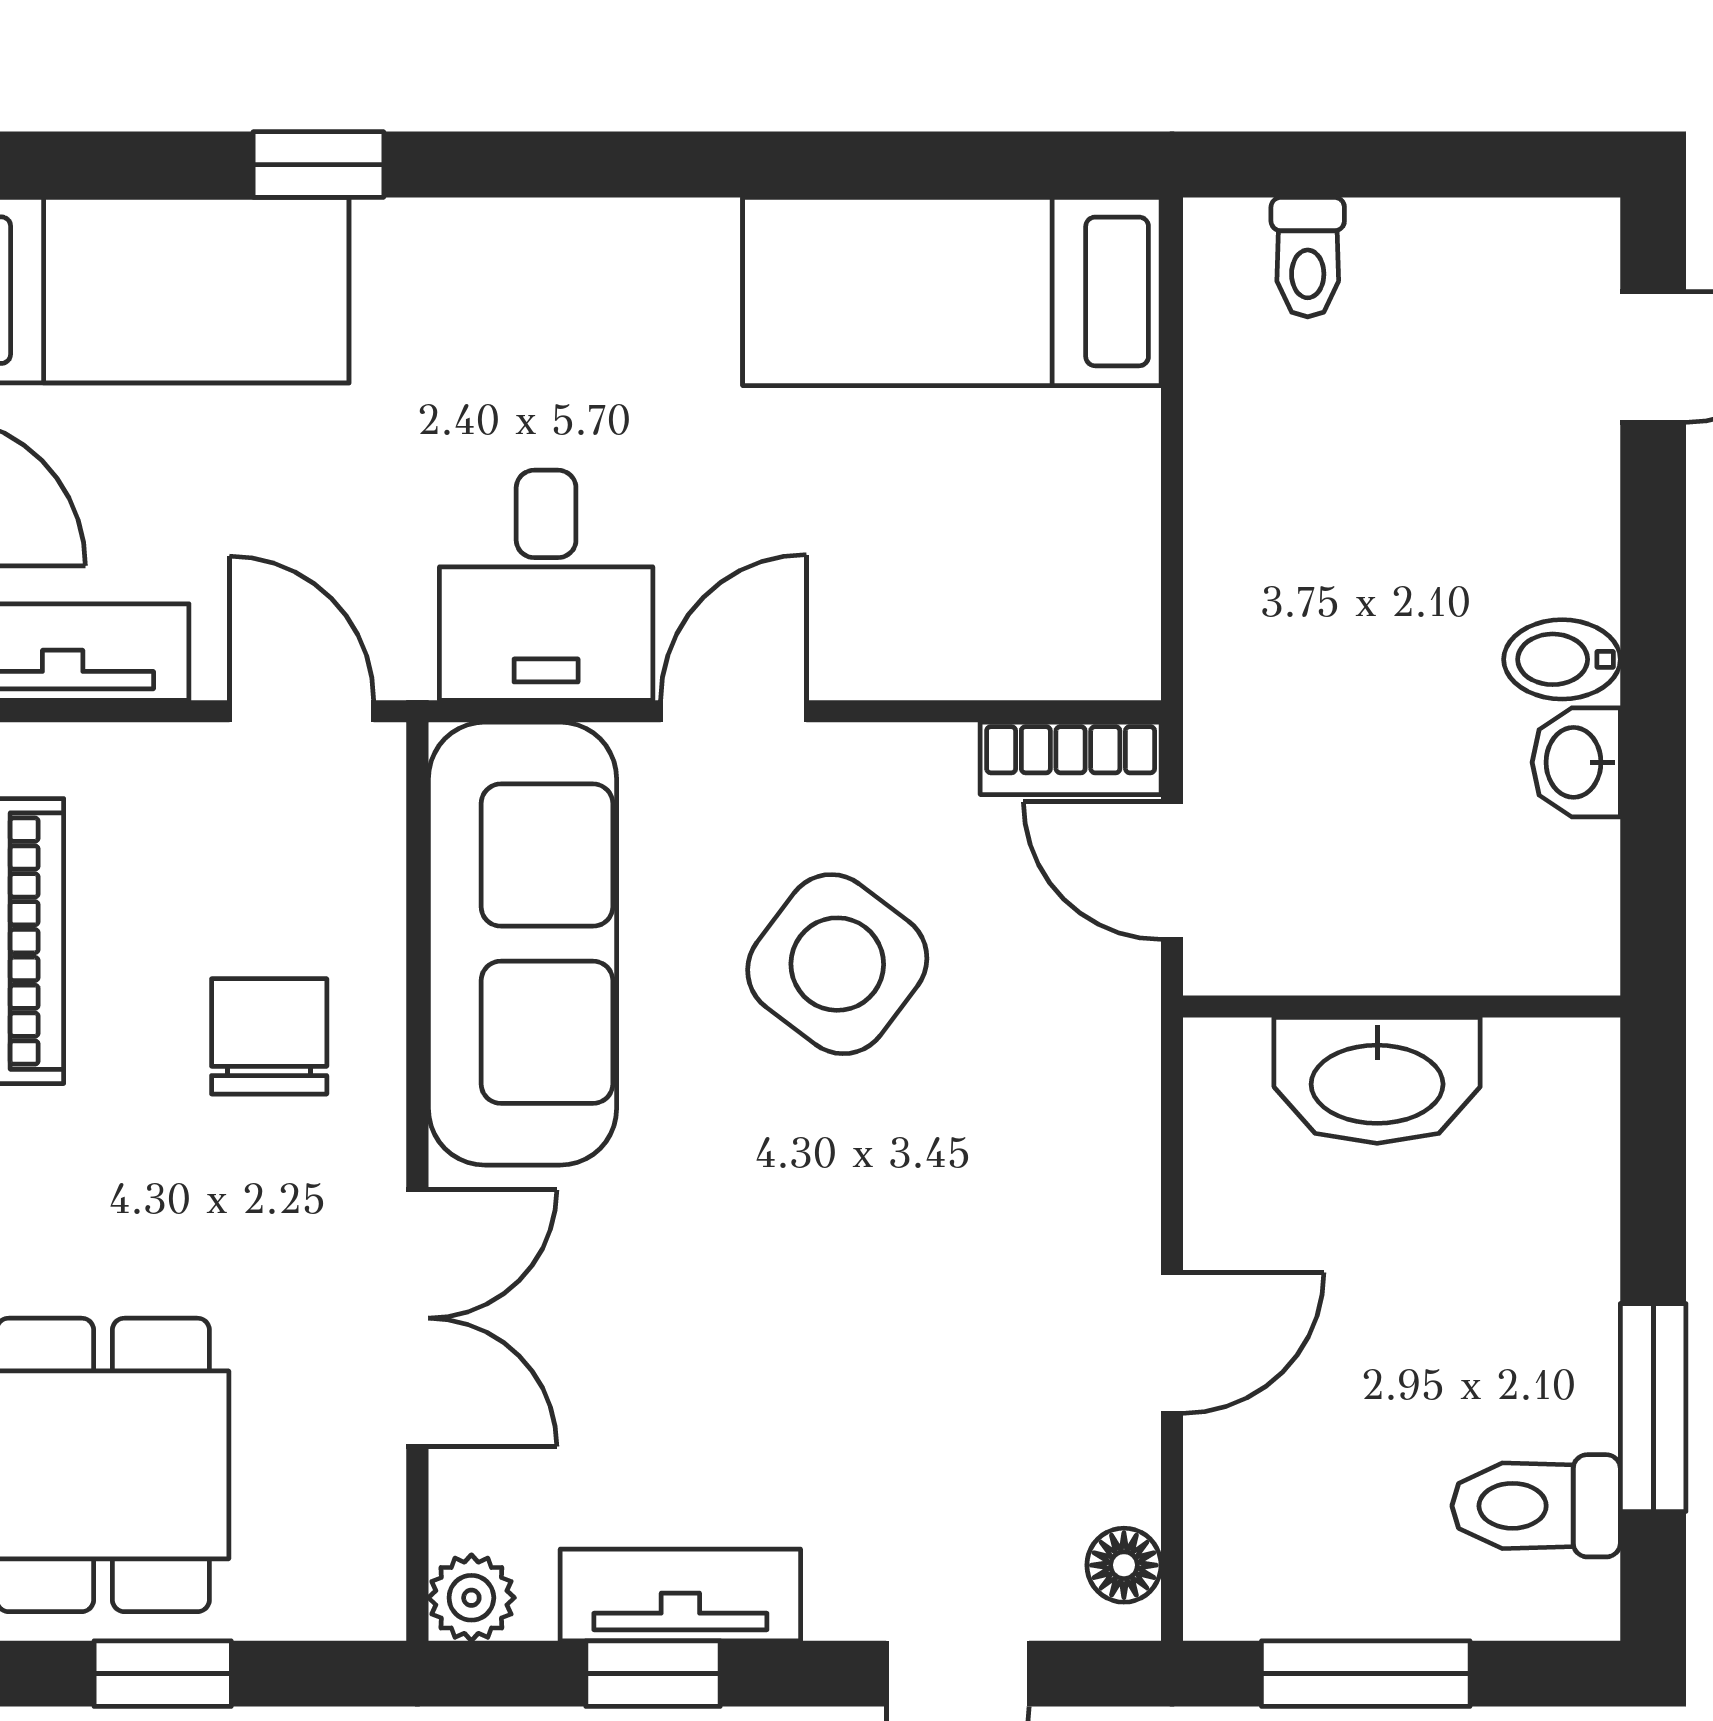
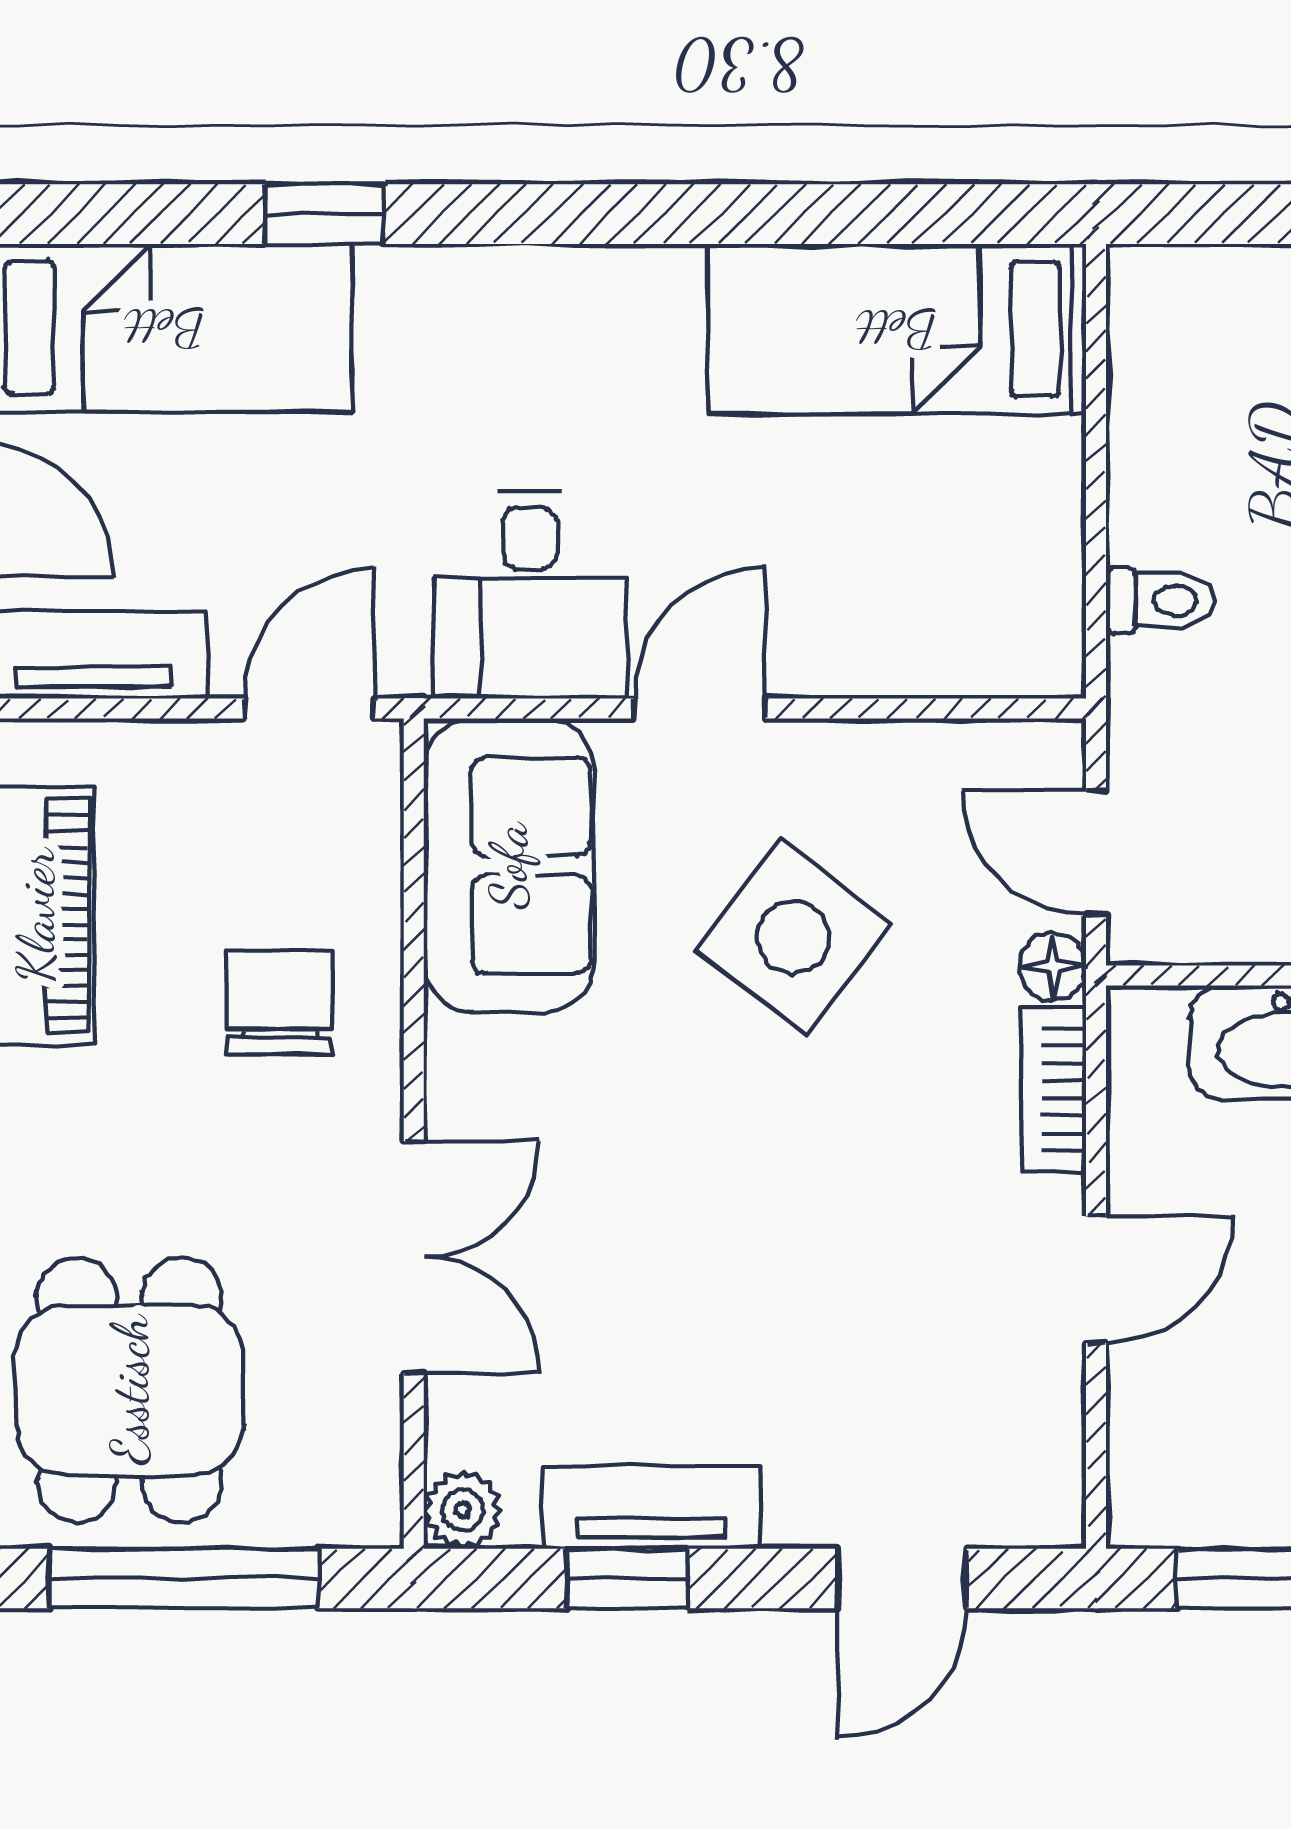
toilet: (1308, 257) -> (1160, 600), moved, turned -90
door: (302, 711) -> (309, 708), hinge flipped
bookcase: (1071, 758) -> (1053, 1089), moved, turned 90
sofa: (522, 944) -> (509, 866), width x0.73
floor lamp: (1124, 1565) -> (1053, 966), moved
window: (163, 1674) -> (184, 1579), width x2.17

